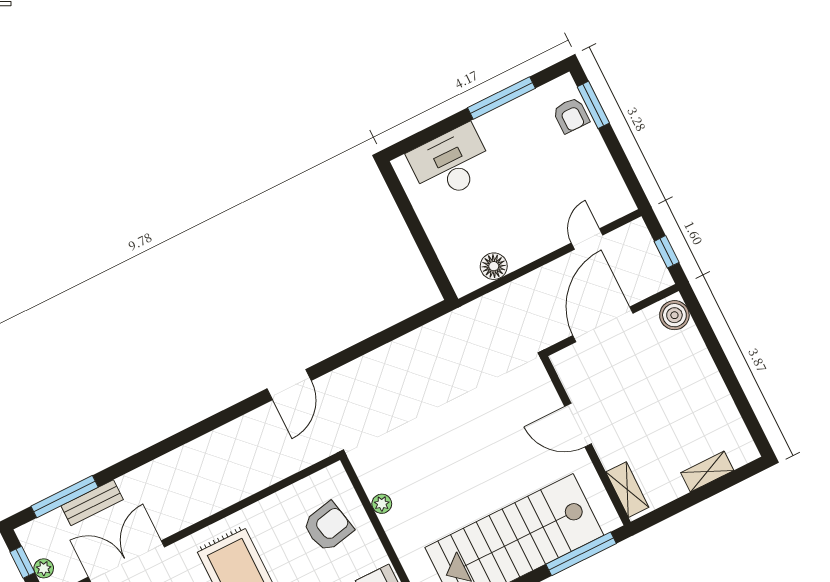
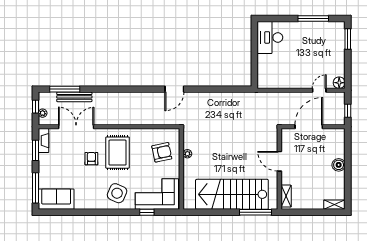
armchair: (571, 115) -> (337, 39), removed
desk: (451, 163) -> (270, 37), moved, turned -90
floor lamp: (494, 266) -> (339, 83), moved
boiler: (674, 315) -> (339, 165), moved
shelving: (707, 472) -> (334, 205), moved
bench: (92, 503) -> (74, 97), width x1.36

